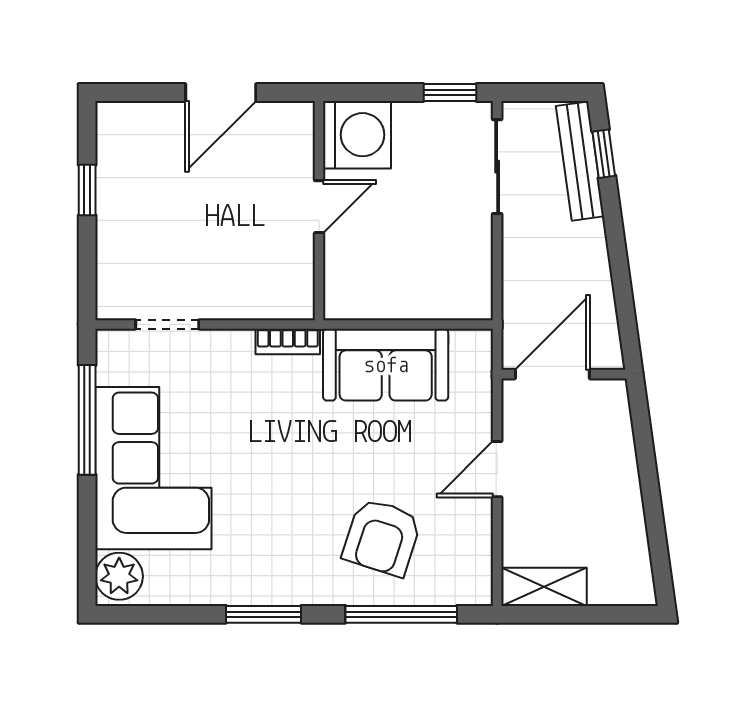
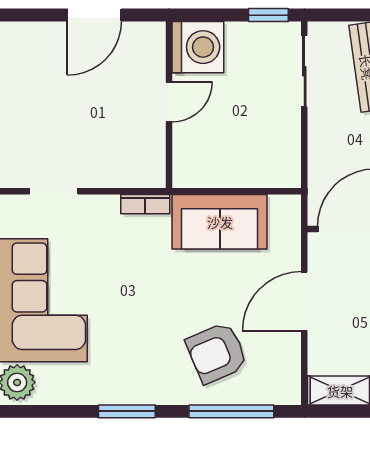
door: (497, 469) -> (304, 301), width x1.38
armchair: (382, 537) -> (217, 353), turned 49

